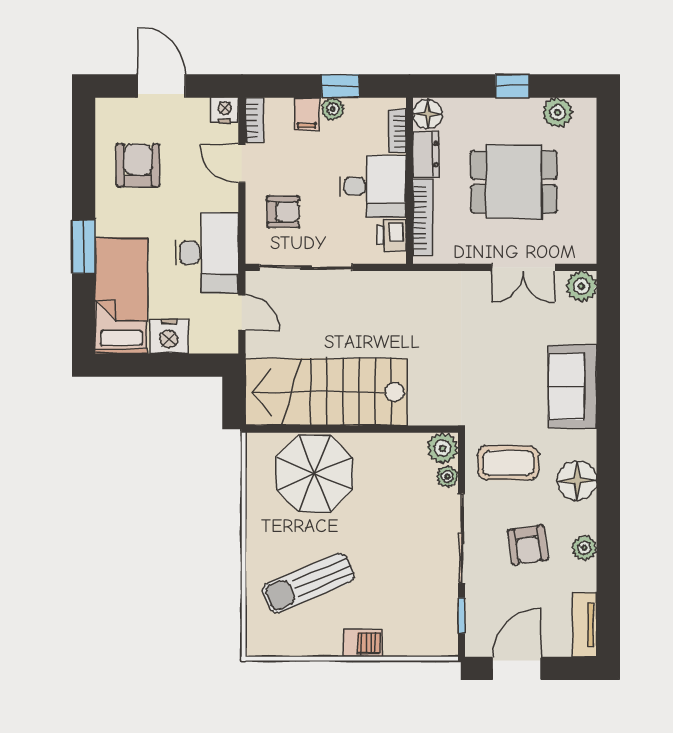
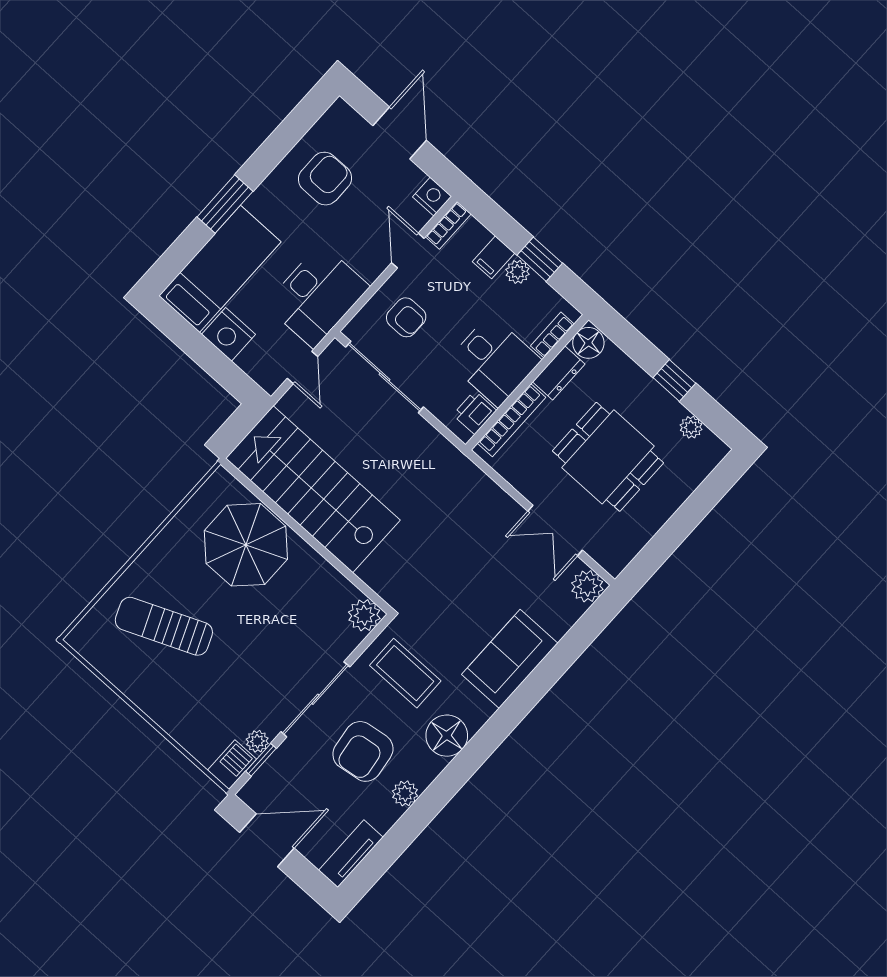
plant: (558, 112) -> (691, 427), width x0.73, depth x0.73
plant: (447, 477) -> (257, 741), moved
armchair: (528, 545) -> (363, 751), width x1.38, depth x1.38
barbecue: (363, 643) -> (232, 765), moved, turned -90

